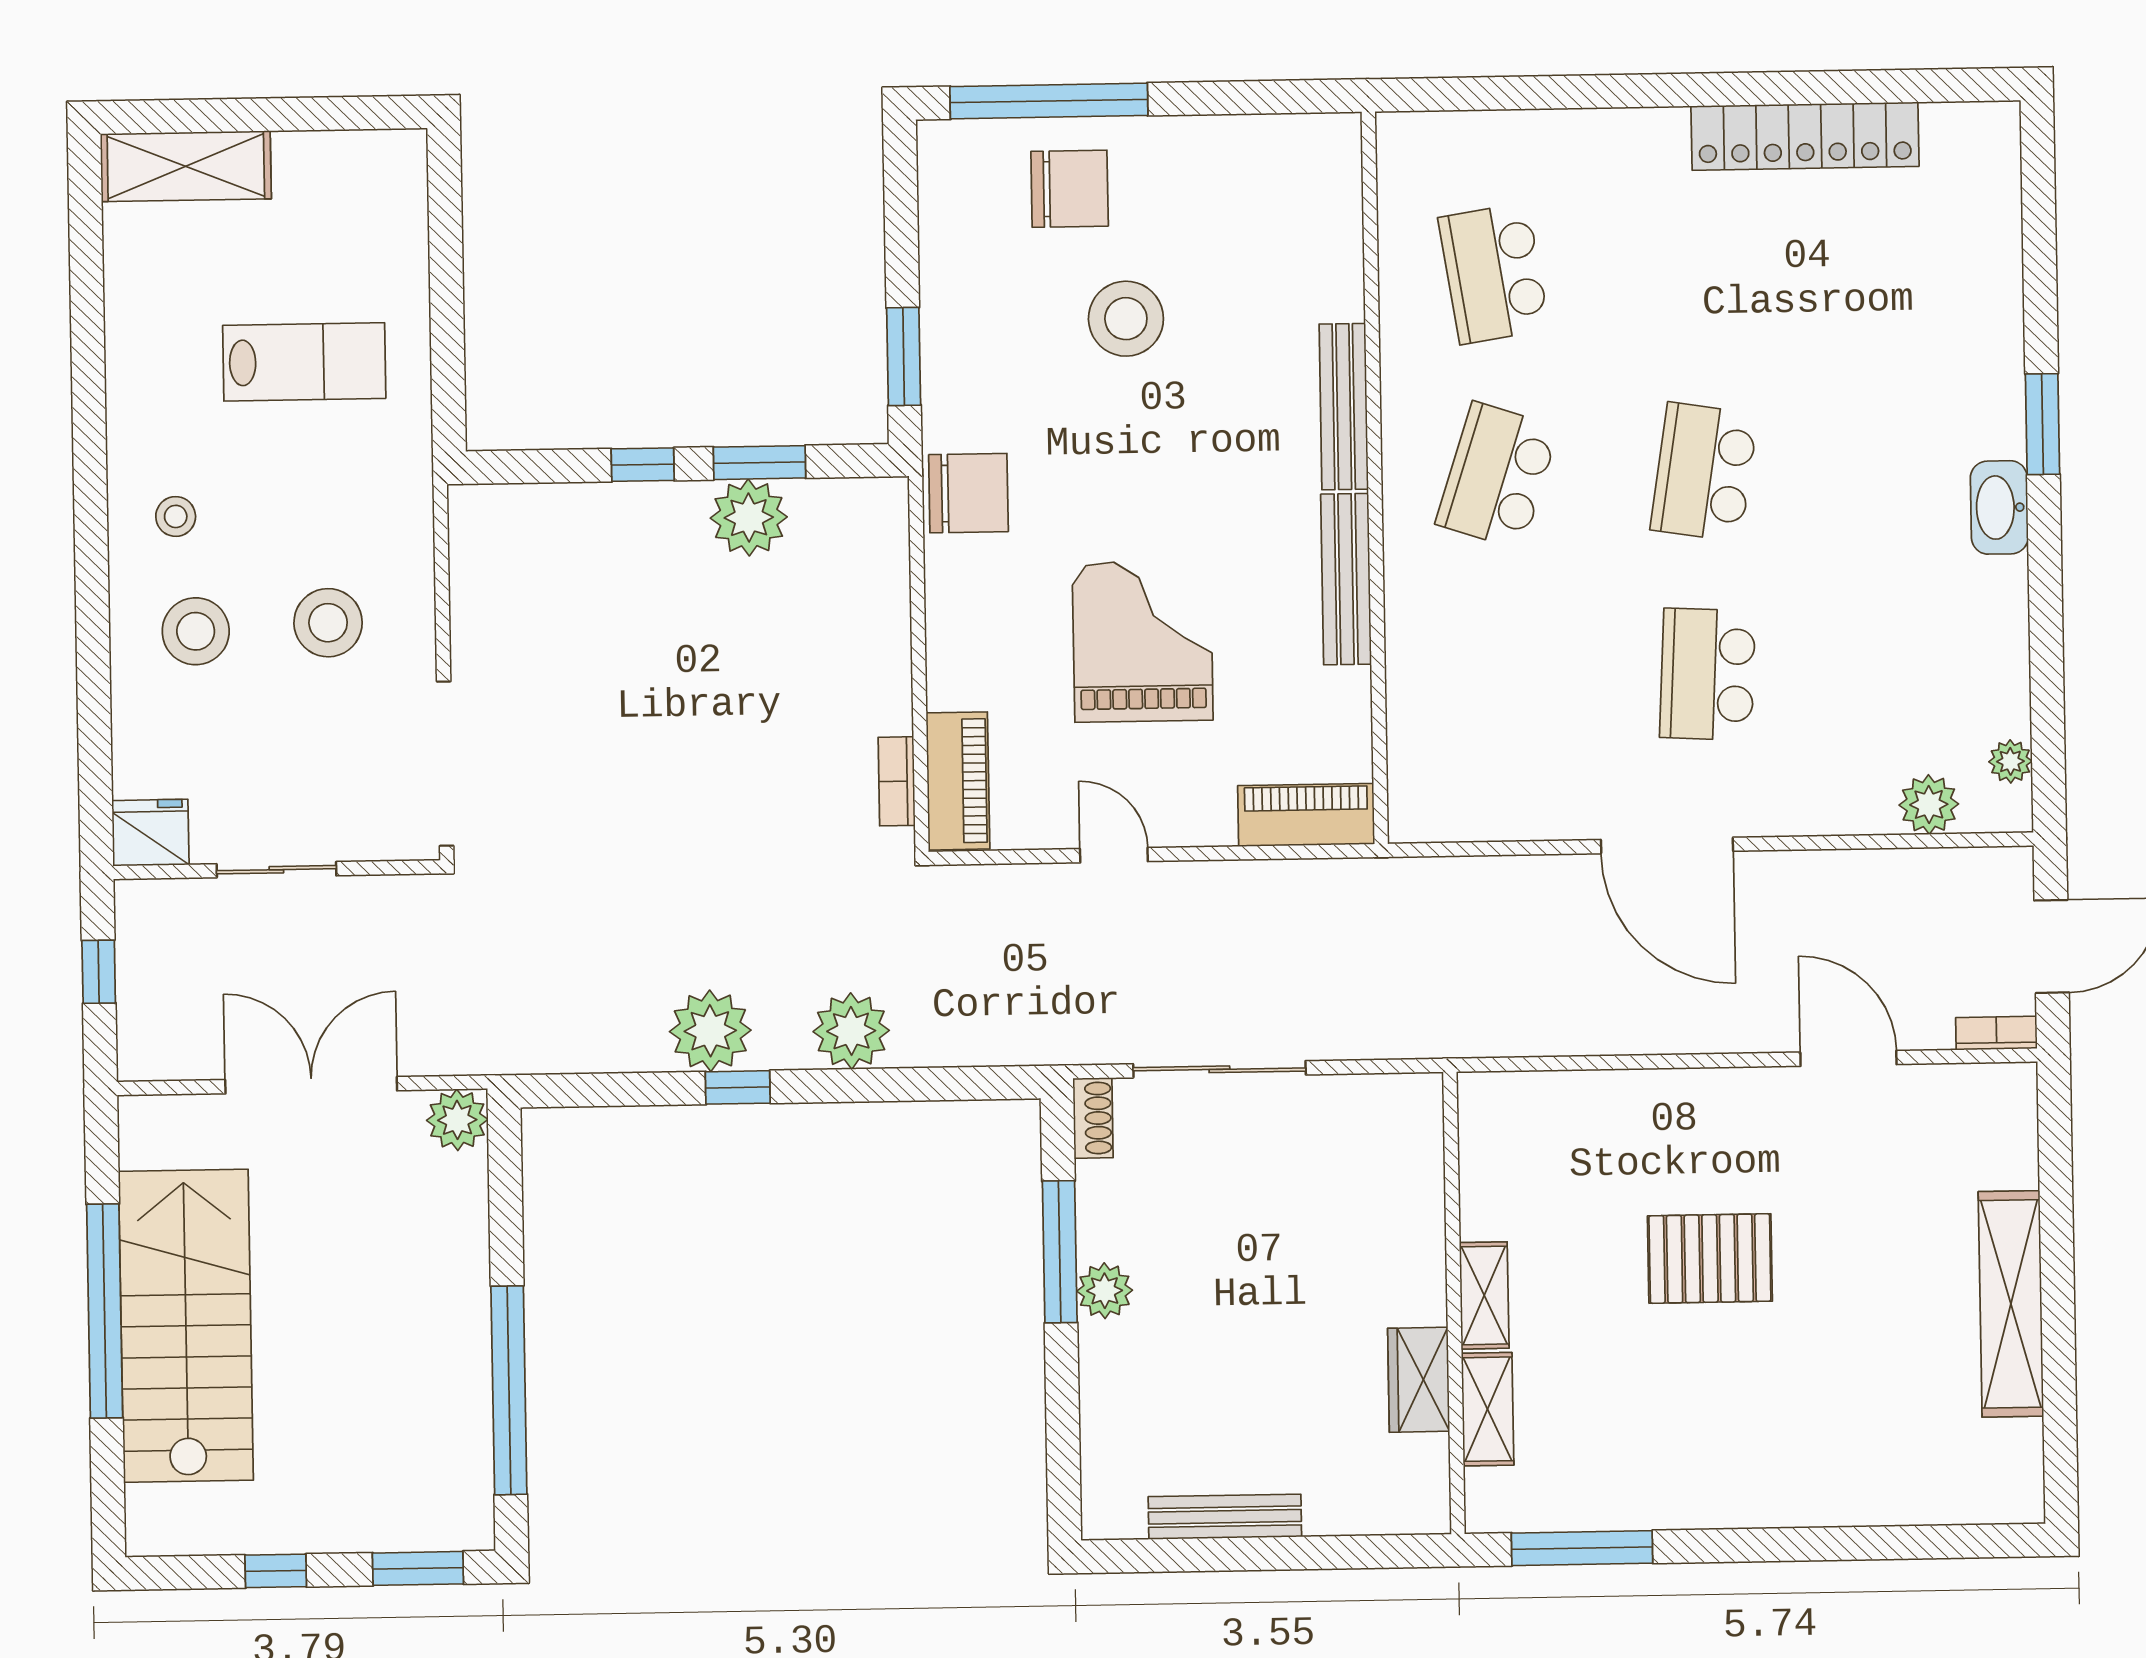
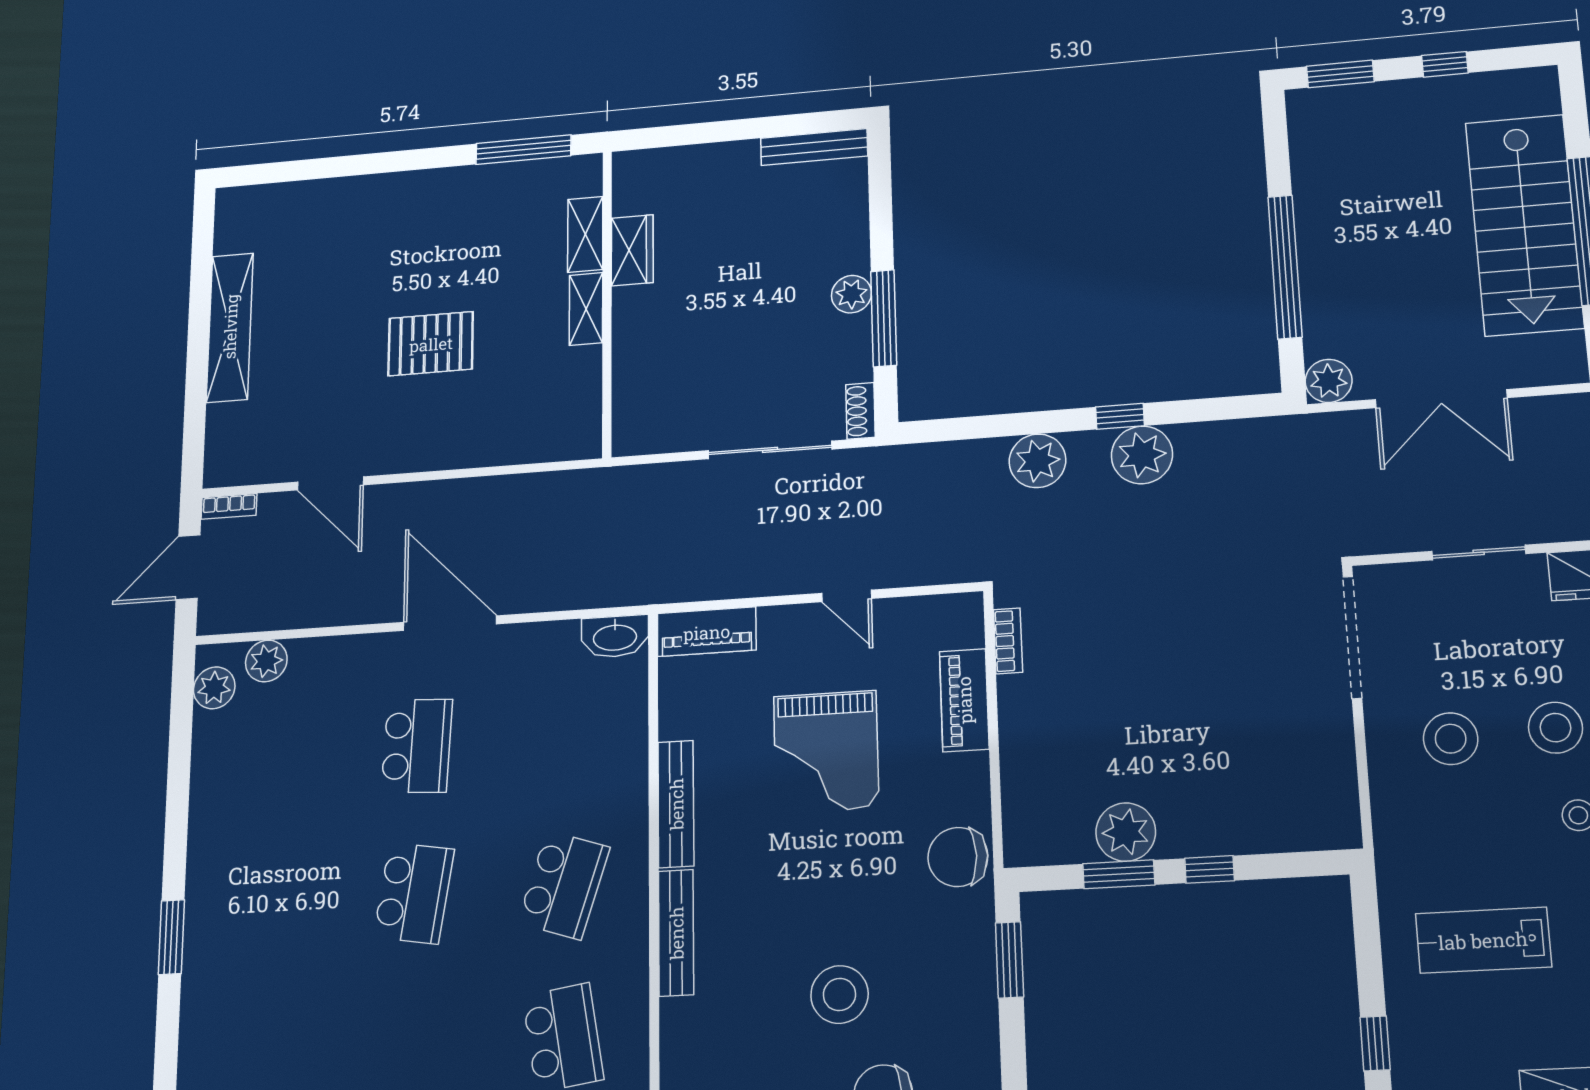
window: (446, 237) -> (1375, 1043), added
washbasin: (1999, 507) -> (615, 636), moved, turned 90
plant: (2010, 761) -> (214, 688), width x1.38, depth x1.38
piano: (958, 781) -> (964, 700), moved
window: (509, 1390) -> (1285, 267), moved
bench: (1225, 1517) -> (814, 147), moved

